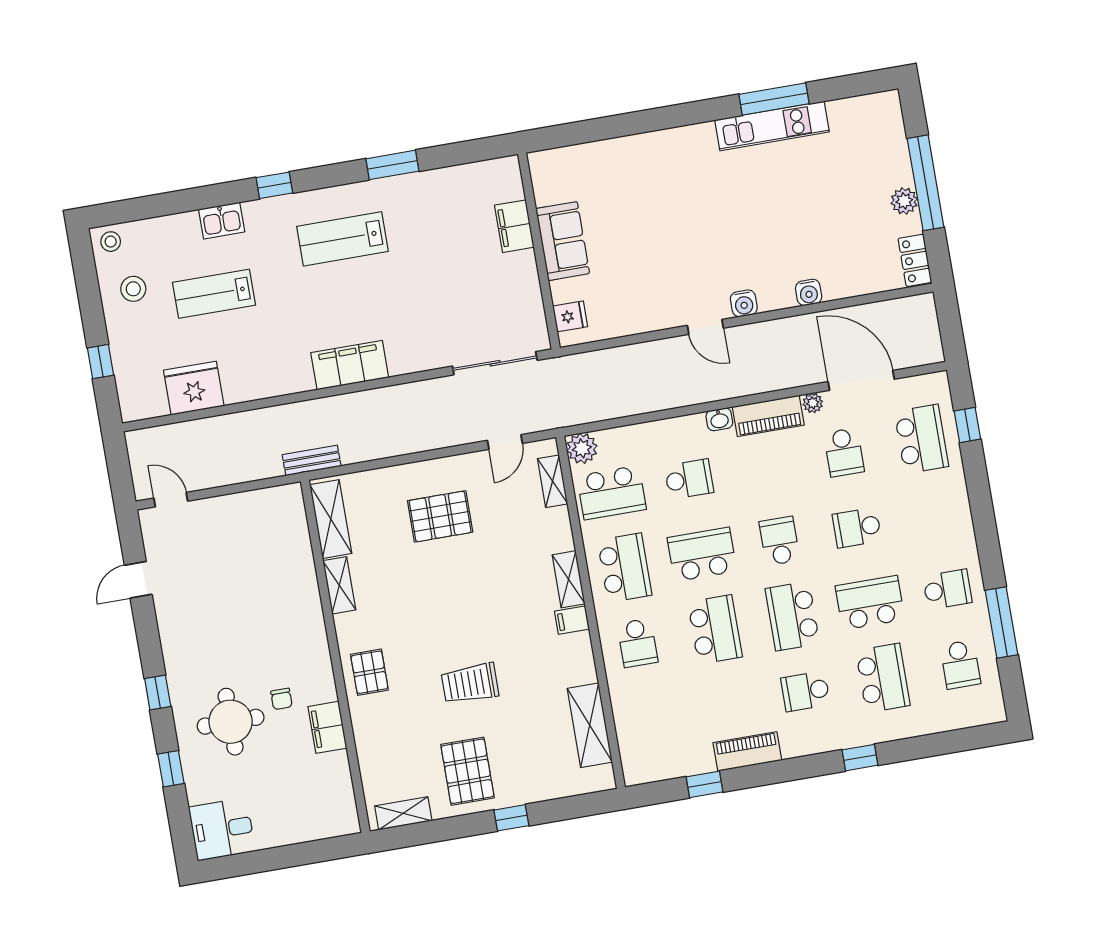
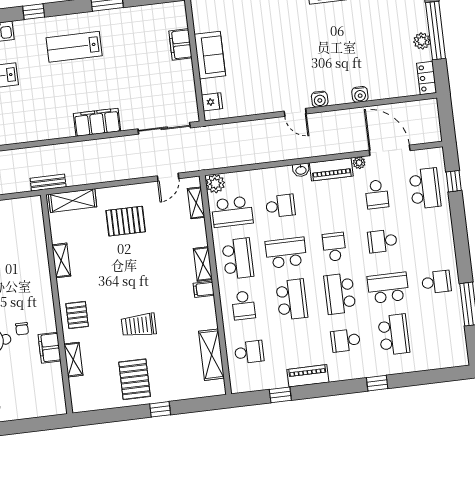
filing cabinet: (350, 365) -> (97, 122), moved
shelving: (331, 519) -> (73, 201), moved, turned 90
school desk: (960, 665) -> (249, 352), moved, turned -90
shelving: (403, 813) -> (73, 360), moved, turned 90

